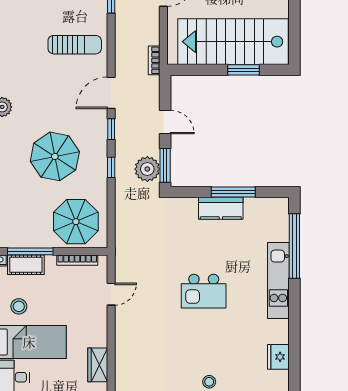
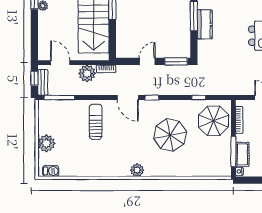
window: (111, 167) -> (199, 98), moved
plant: (147, 169) -> (87, 73), moved

